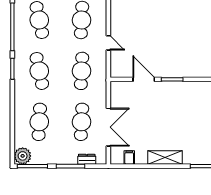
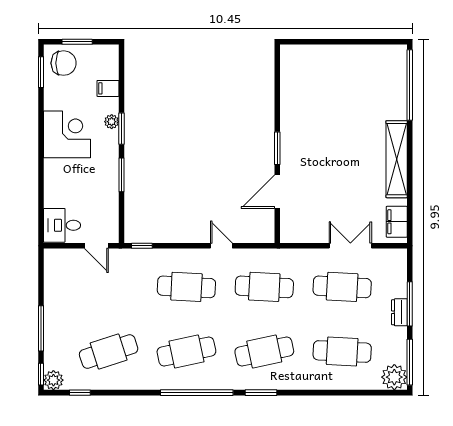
door: (108, 43) -> (221, 246), hinge flipped
double door: (108, 127) -> (350, 246), width x0.73
filing cabinet: (129, 157) -> (397, 222), width x2.00
shelving: (165, 157) -> (397, 159), width x1.47
dresser: (87, 159) -> (399, 312), moved

